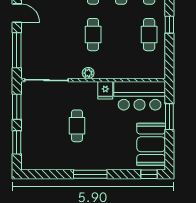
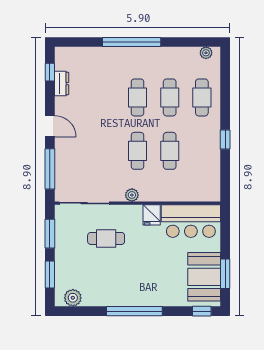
cafe table: (149, 35) -> (170, 151), moved
window: (169, 117) -> (225, 274), moved
cafe table: (77, 126) -> (106, 238), moved, turned 90
plant: (37, 163) -> (73, 298), added
window: (90, 174) -> (134, 311), width x1.46

